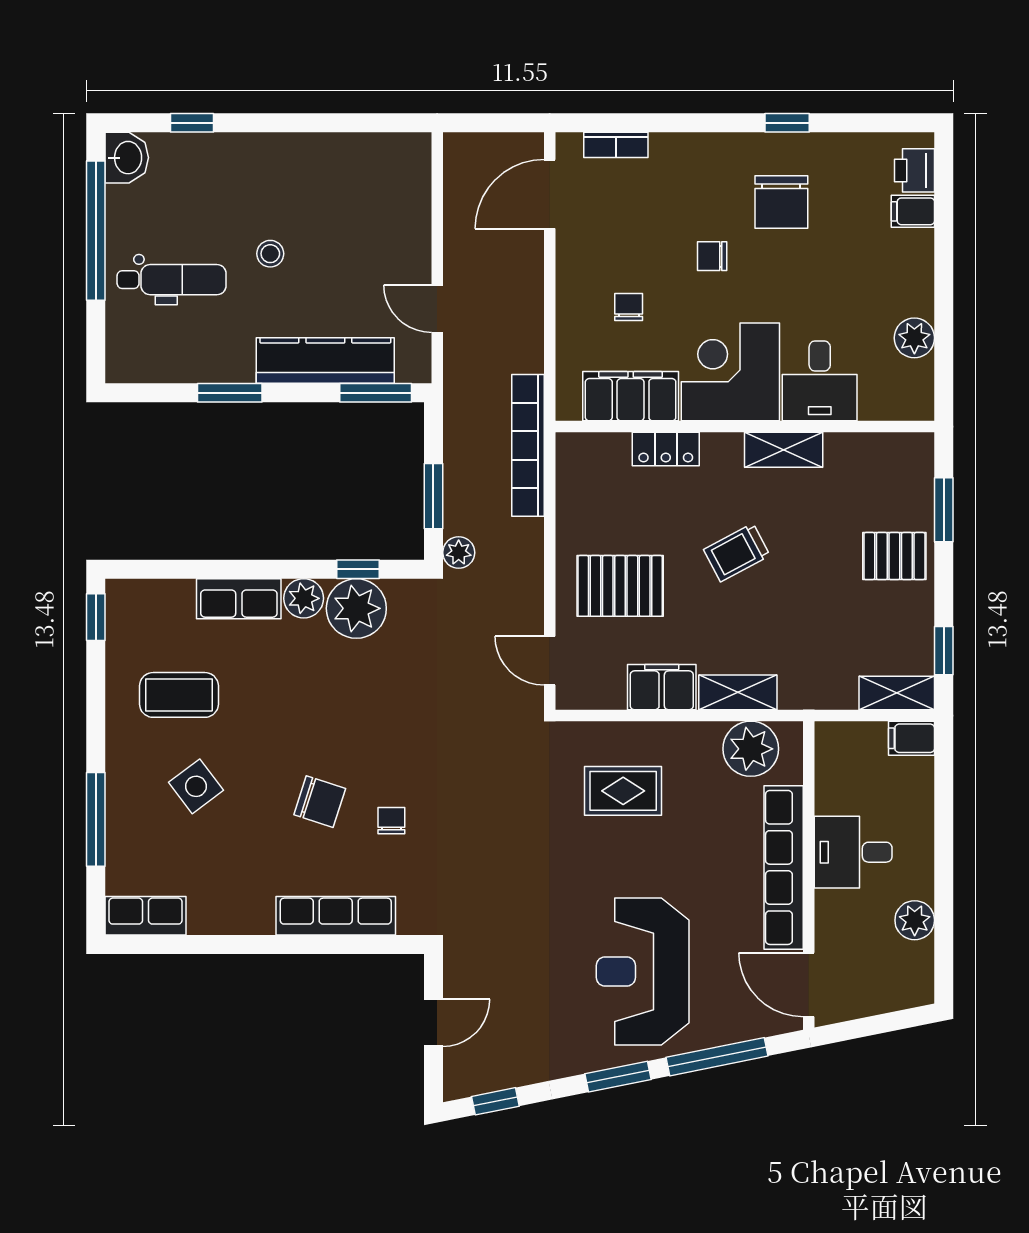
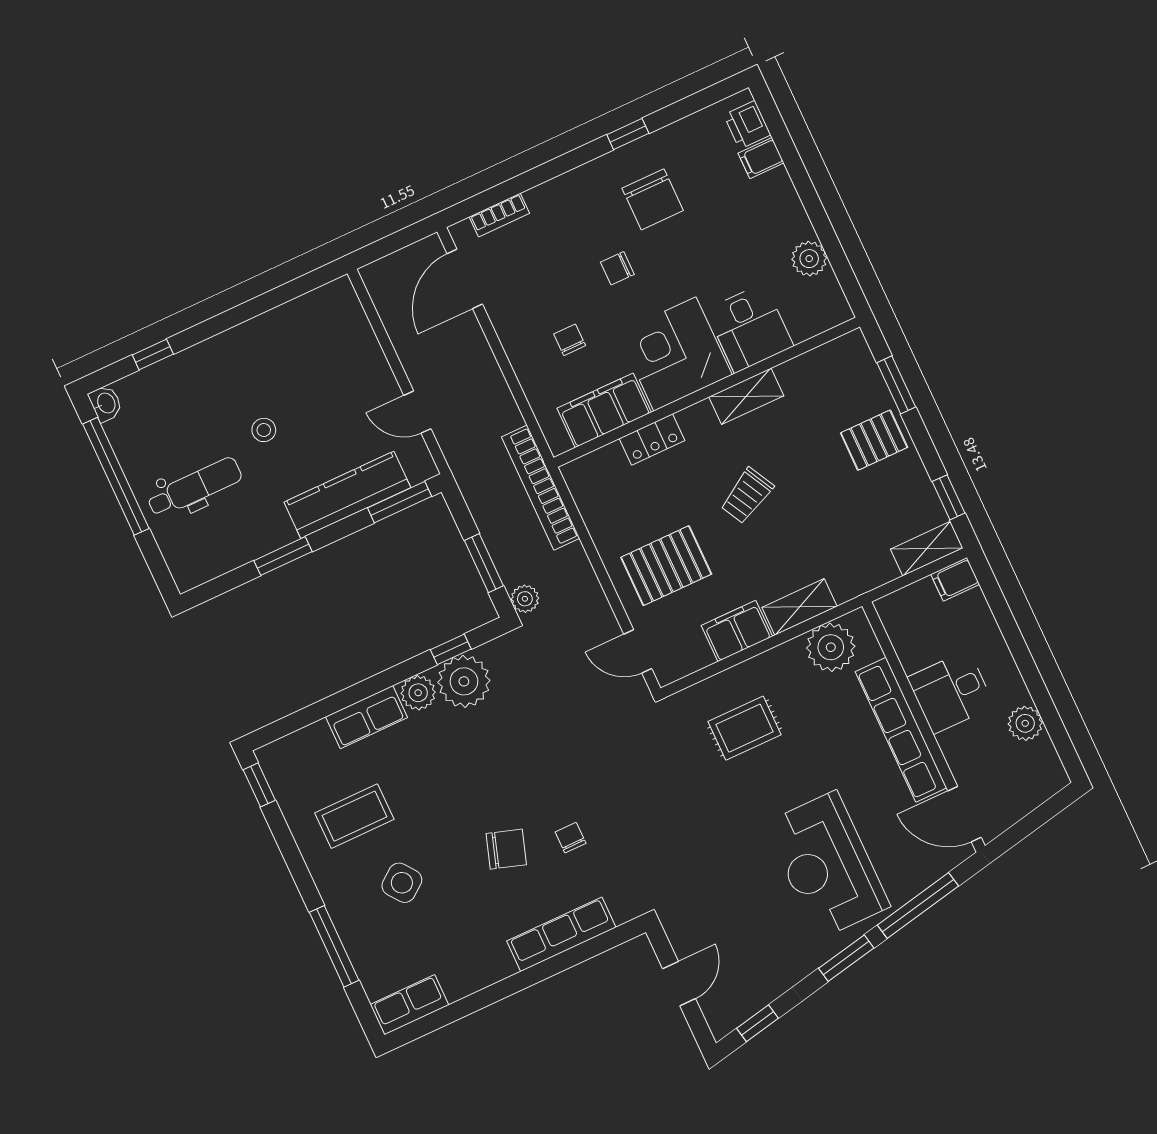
washbasin: (127, 158) -> (106, 403), width x0.72, depth x0.69

